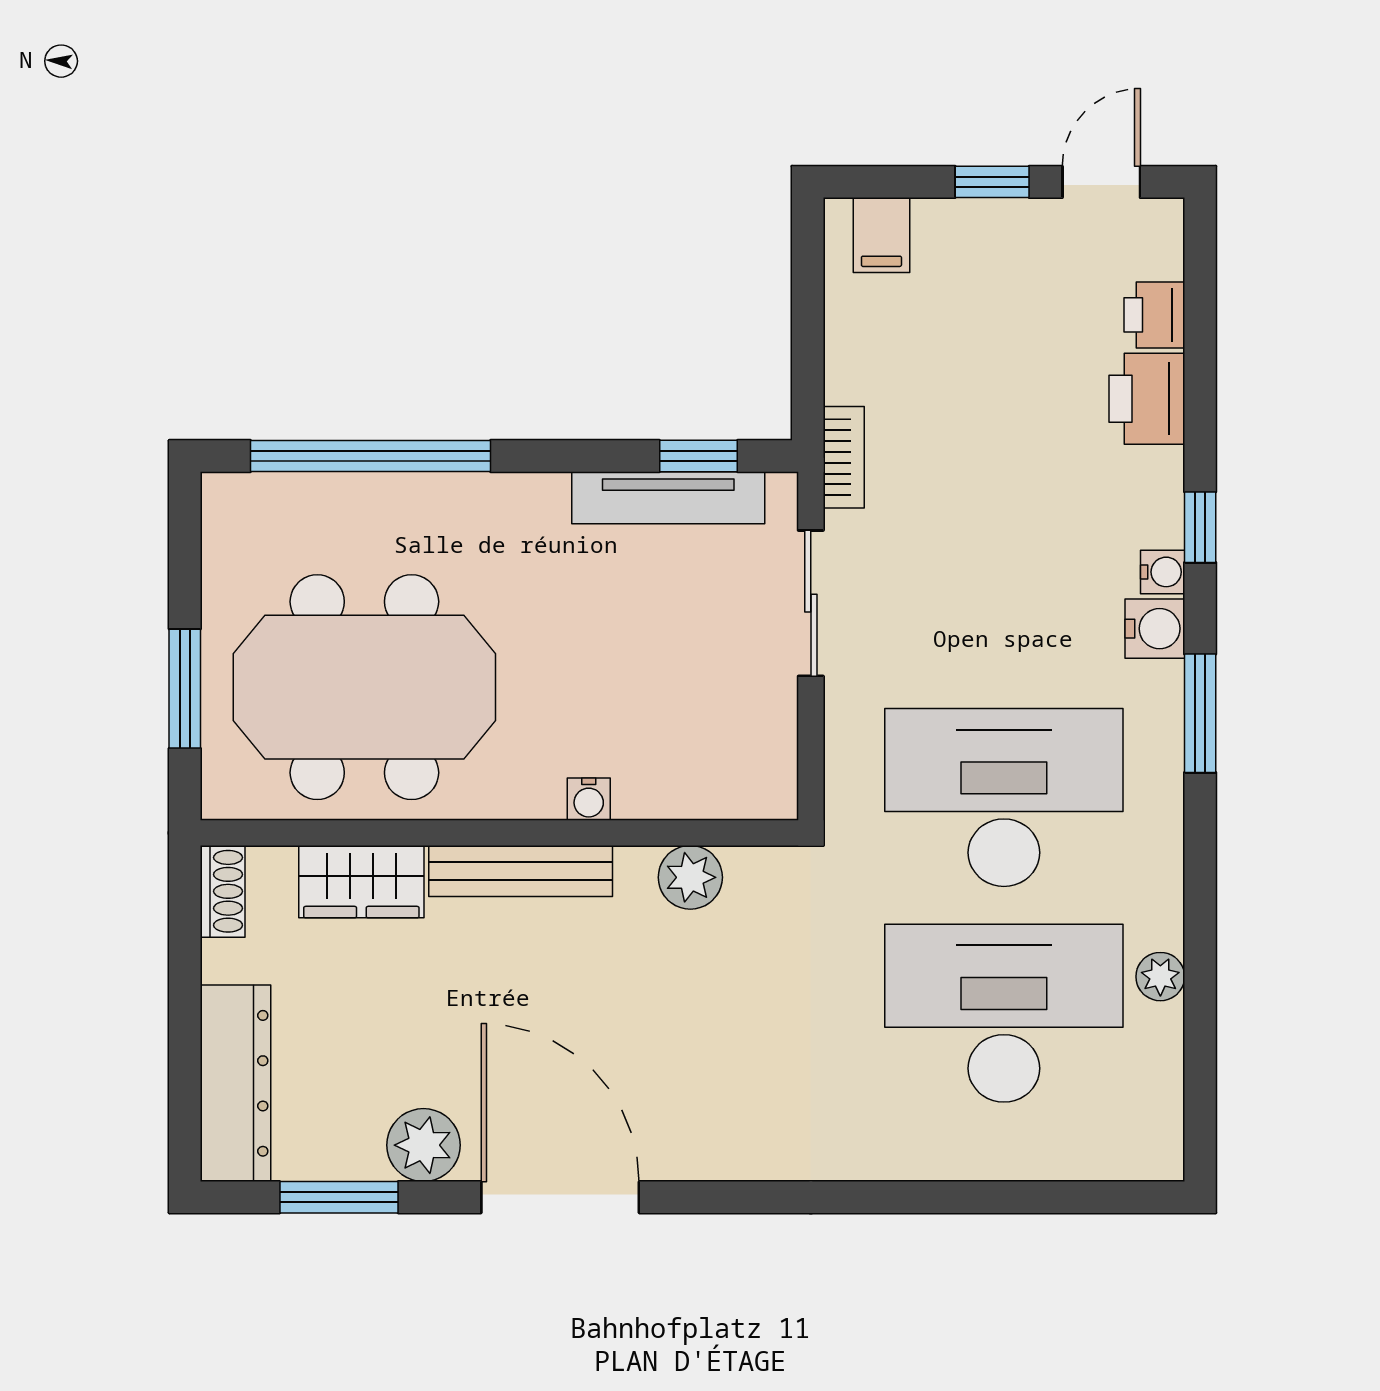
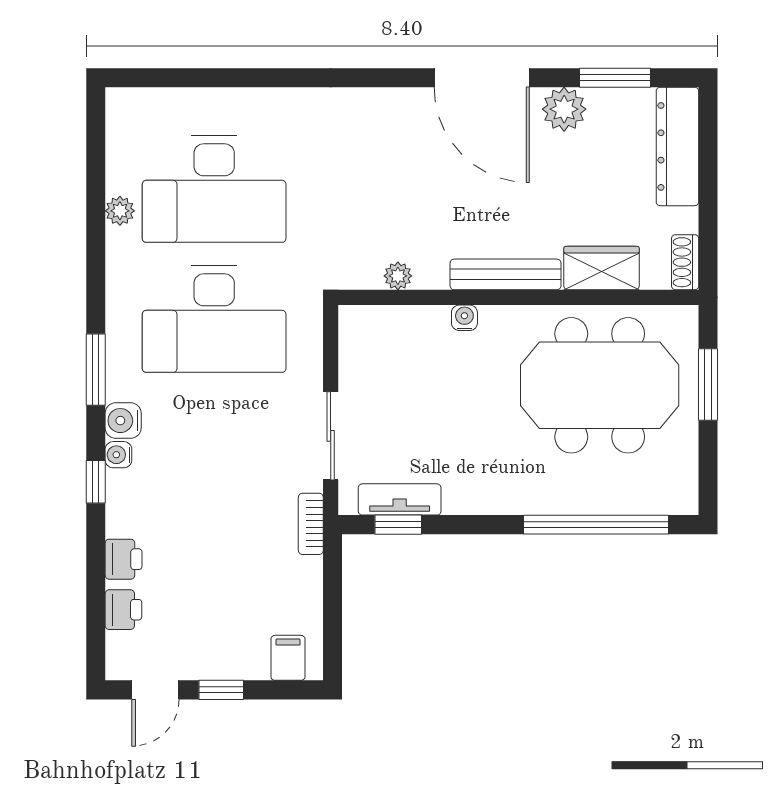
printer: (1147, 399) -> (124, 559), width x0.73, depth x0.81
tv unit: (668, 498) -> (400, 499), width x0.71
plant: (690, 877) -> (398, 276), width x0.73, depth x0.73

